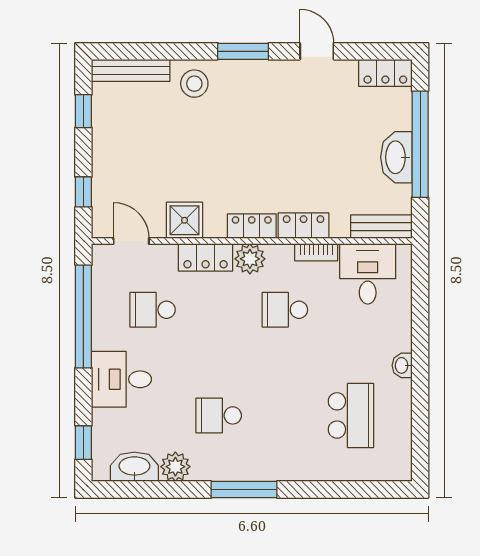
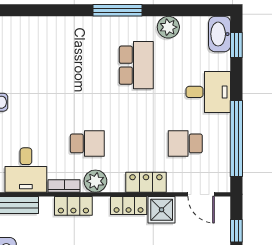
locker: (252, 226) -> (129, 205), moved
plant: (250, 259) -> (95, 181), moved
school desk: (152, 310) -> (185, 143), turned 180
school desk: (219, 415) -> (136, 65), width x1.85
school desk: (351, 415) -> (38, 65), removed
washbasin: (134, 467) -> (220, 34), moved, turned 90

